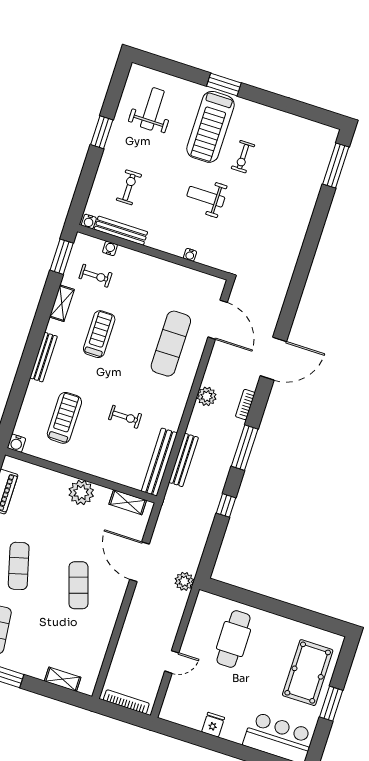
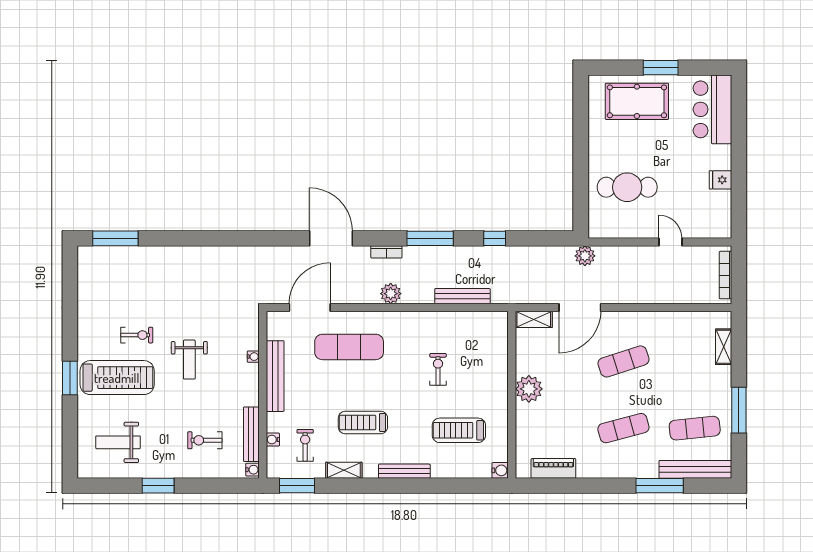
bench: (159, 462) -> (275, 376), moved, turned 90
shelving: (128, 502) -> (534, 319), moved, turned 90

